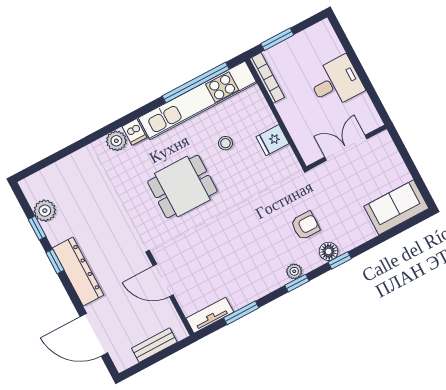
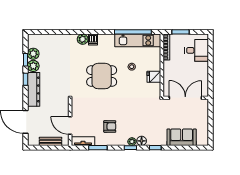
desk: (336, 82) -> (197, 50), moved
kitchen unit: (198, 100) -> (138, 40), width x0.73
double door: (346, 148) -> (185, 98), width x1.37
sofa: (396, 207) -> (182, 137), moved
armchair: (305, 226) -> (110, 126), moved
plant: (56, 231) -> (33, 66), added
floor lamp: (329, 251) -> (142, 141), moved
door: (163, 280) -> (70, 125), moved

